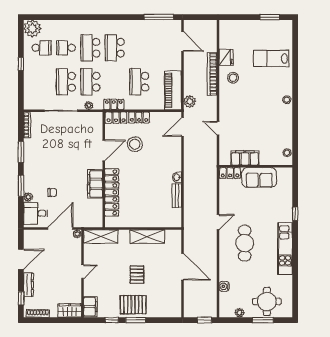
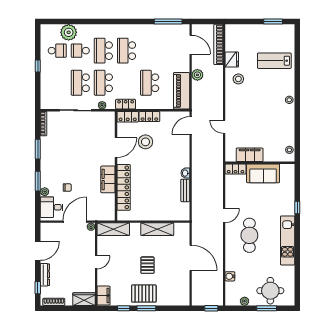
plant: (32, 28) -> (69, 32), moved
bookcase: (212, 74) -> (219, 44), moved
plant: (190, 101) -> (197, 75), moved

